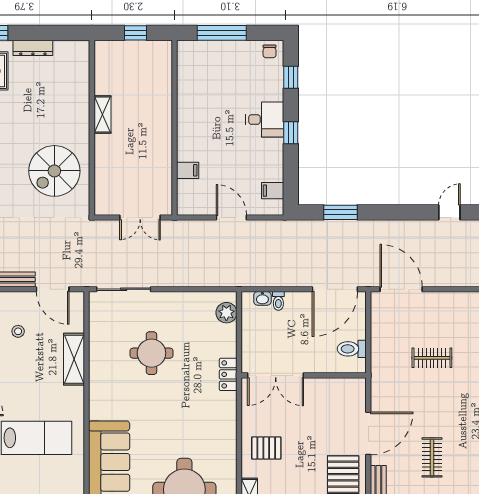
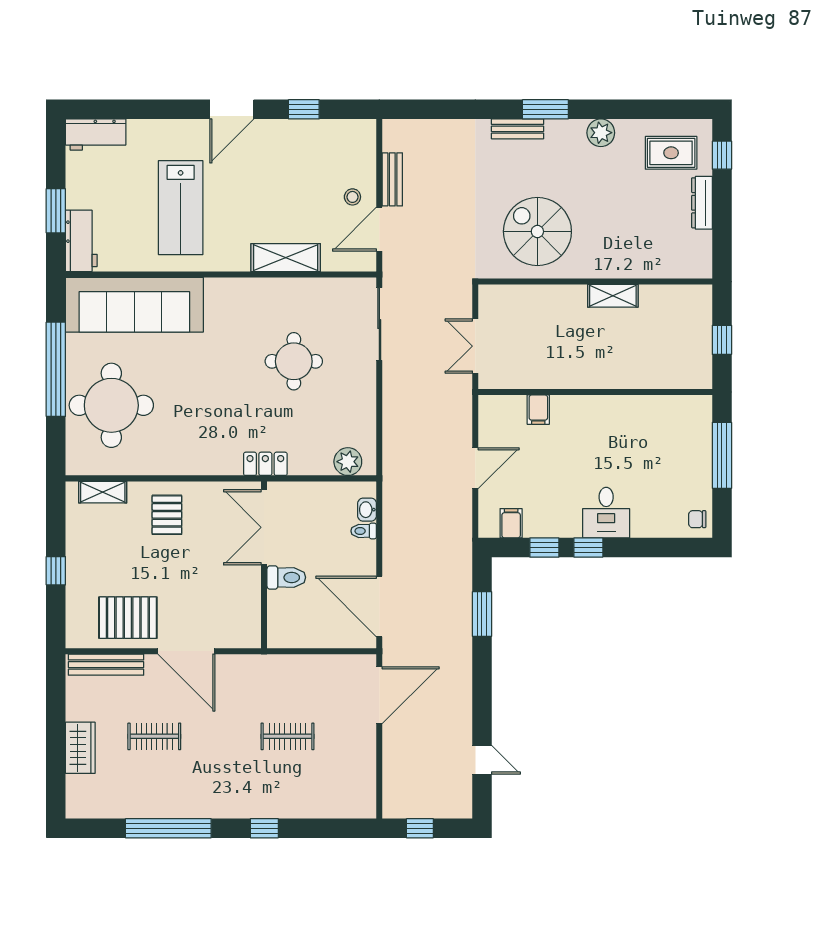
window: (291, 77) -> (544, 547), moved
stool: (18, 331) -> (352, 197), moved
toilet: (352, 349) -> (286, 577), moved, turned 90
clothes rail: (432, 358) -> (288, 736), turned 90

